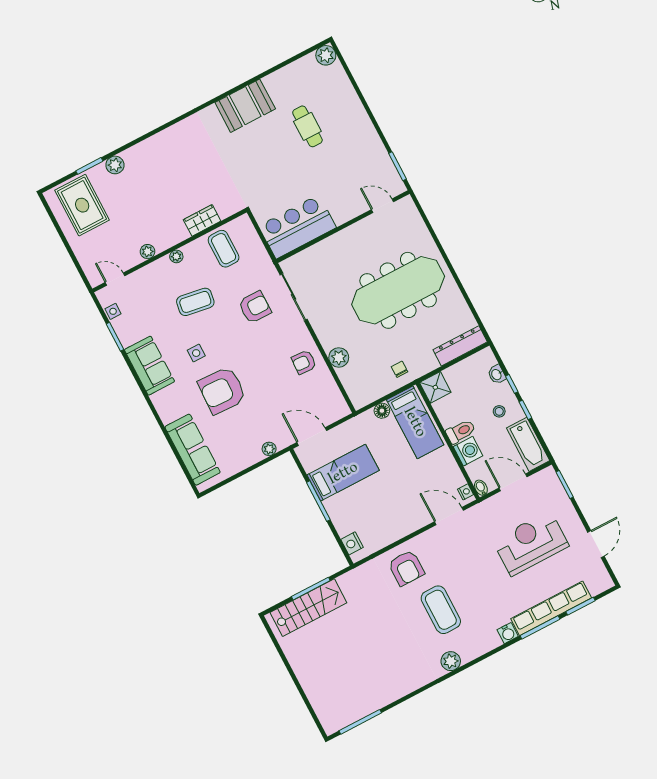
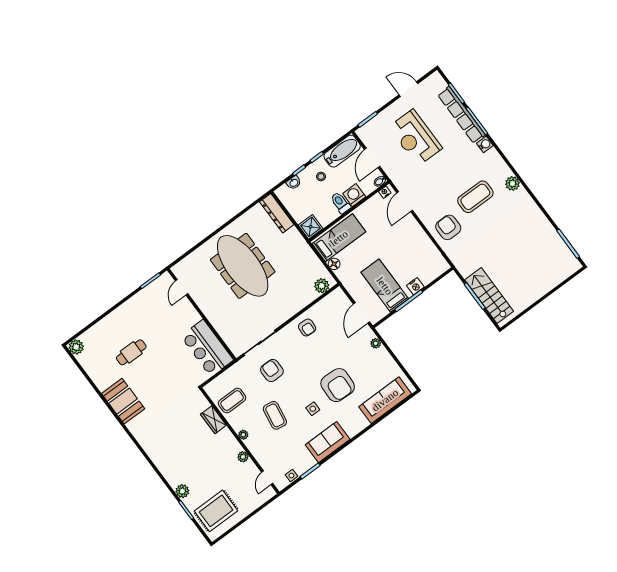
plant: (339, 357) -> (322, 286), moved
chair: (400, 369) -> (301, 256), removed
nightstand: (352, 543) -> (415, 286), moved
armchair: (406, 568) -> (448, 227), turned -90

